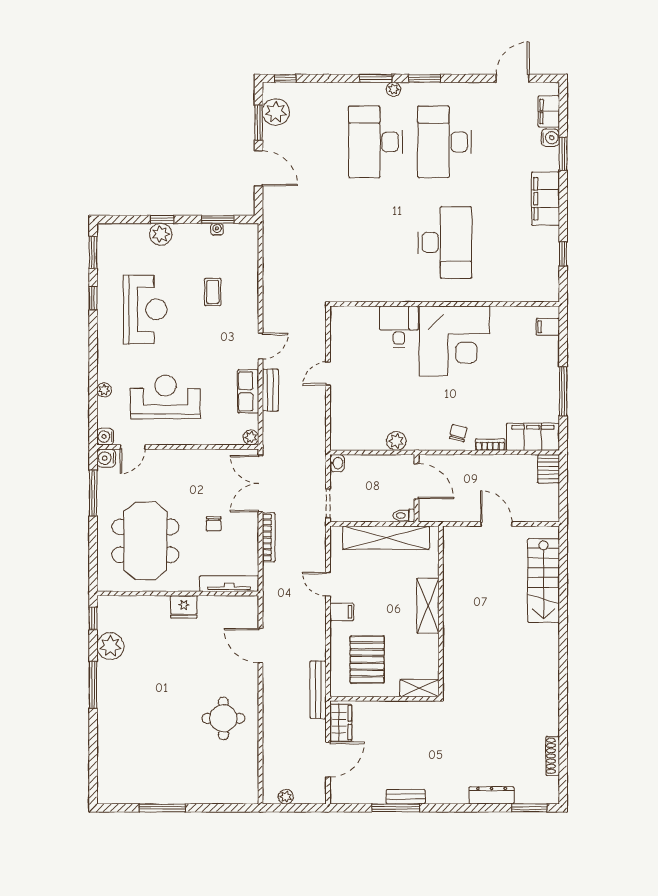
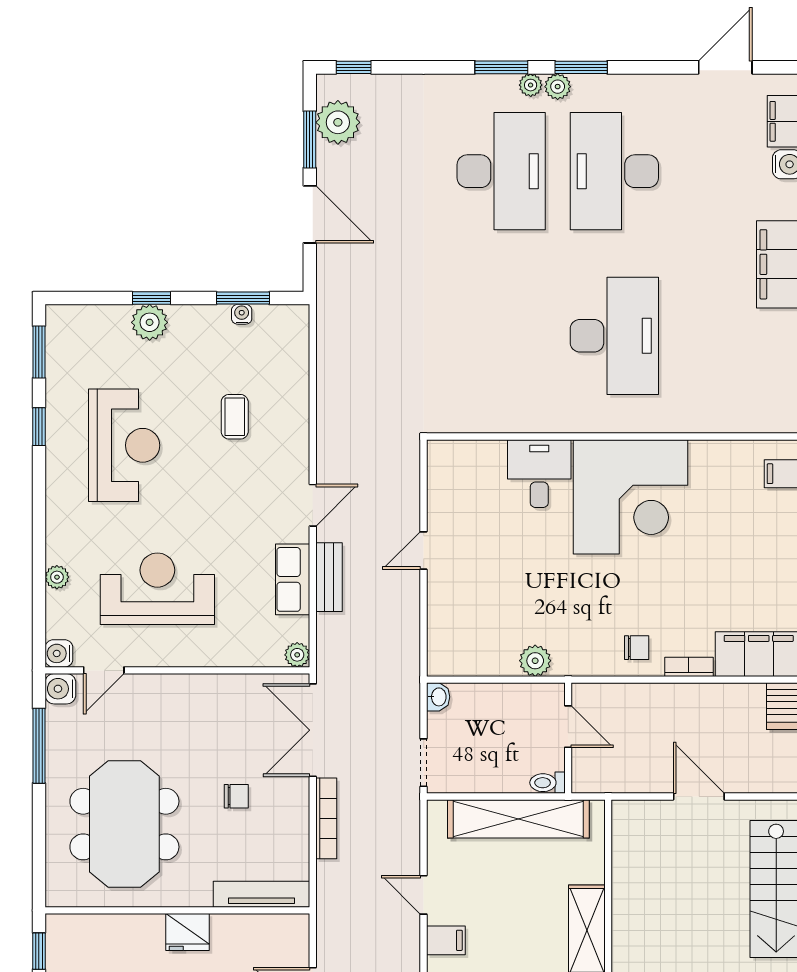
plant: (410, 90) -> (558, 87), added
desk: (376, 142) -> (501, 171), turned 180
chair: (458, 433) -> (637, 648), turned 77
door: (416, 481) -> (568, 727), width x0.73
chair: (214, 524) -> (236, 796), turned -90

